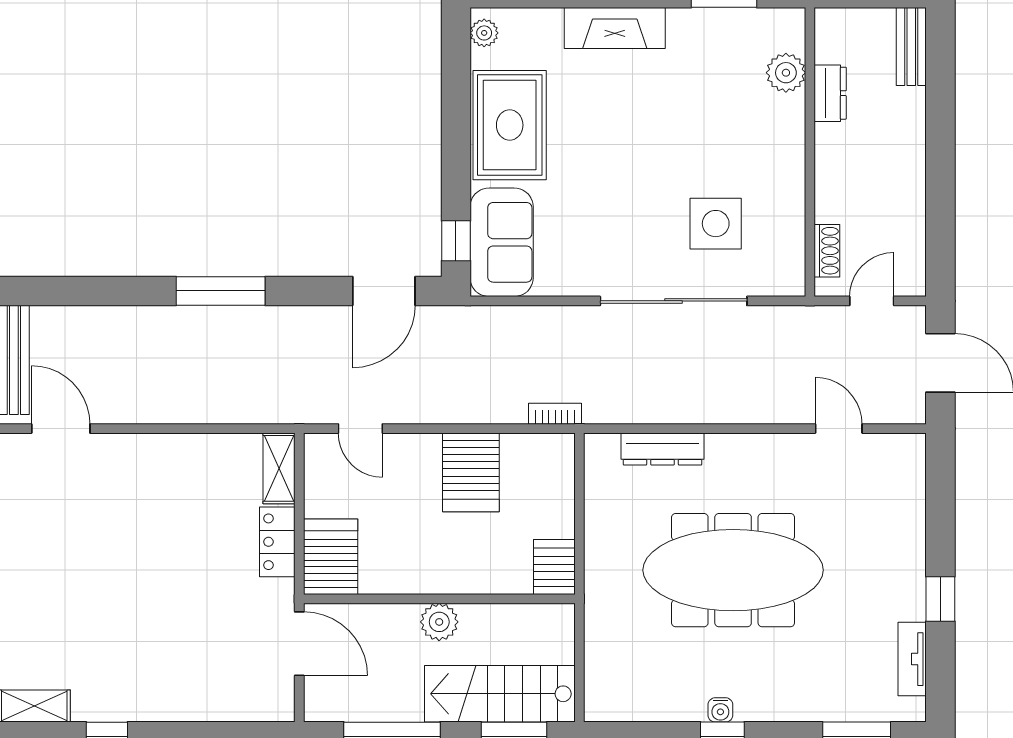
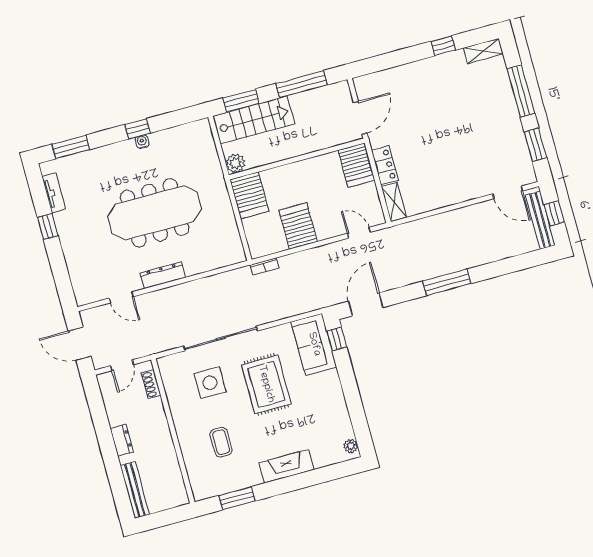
bench: (911, 47) -> (135, 490), width x1.36
plant: (786, 73) -> (195, 467), removed
dresser: (830, 93) -> (122, 440), moved, turned 180
coffee table: (725, 106) -> (221, 442), added
rug: (510, 125) -> (266, 384), moved
dresser: (663, 449) -> (163, 275), moved
server rack: (554, 567) -> (249, 195), width x1.36, depth x1.44
plant: (439, 622) -> (235, 163), moved
door: (299, 644) -> (360, 118), swing flipped

